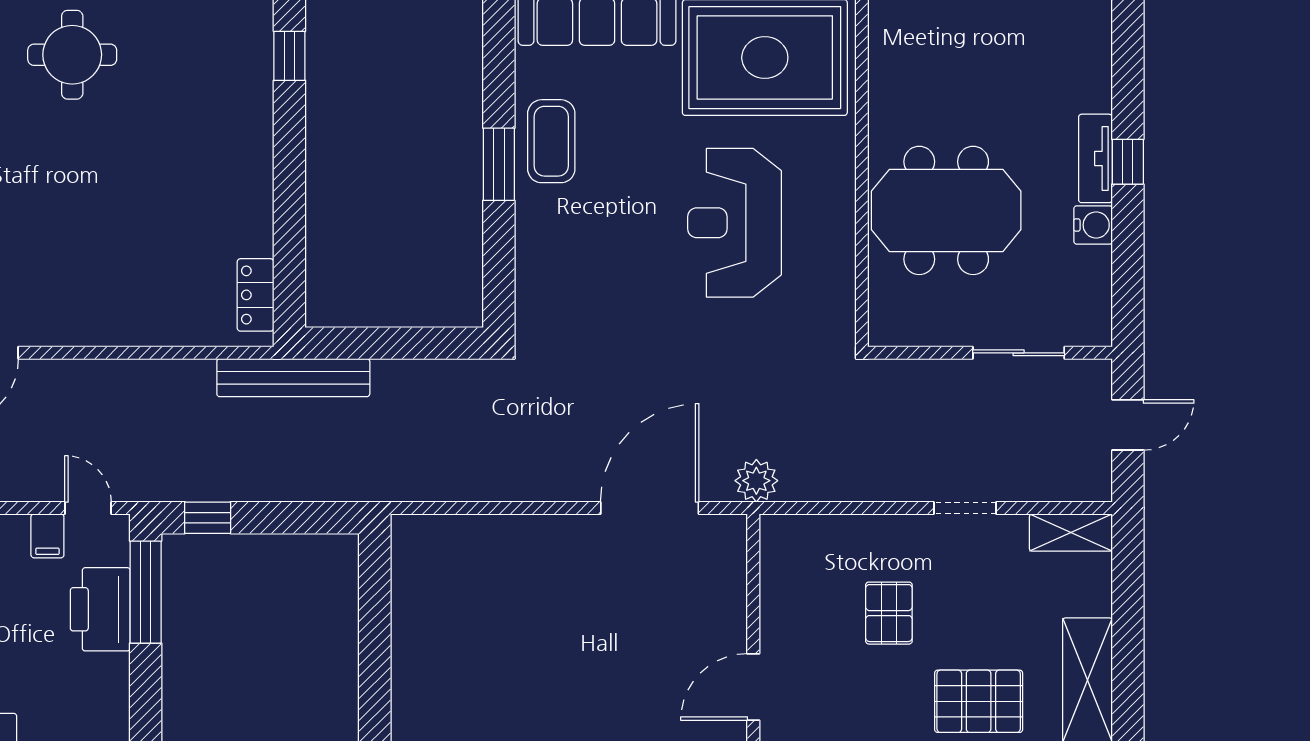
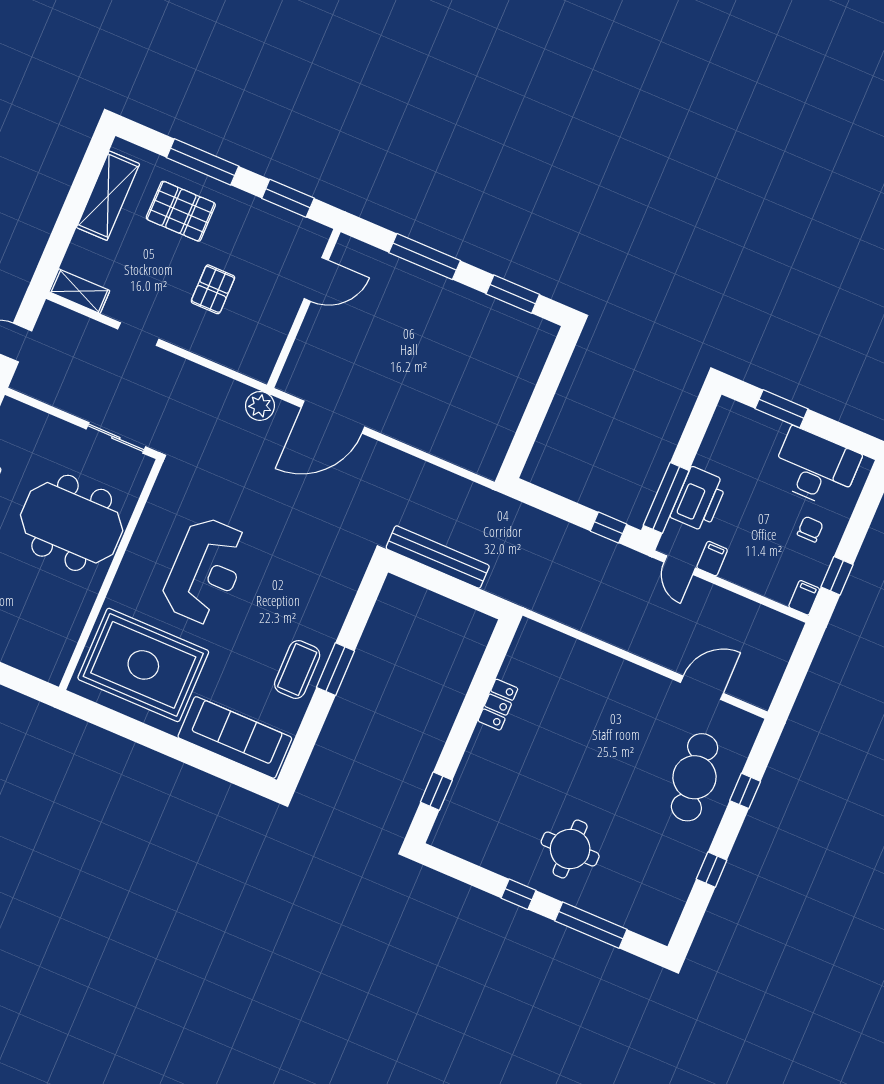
locker: (256, 295) -> (498, 705), moved
sliding door: (1019, 353) -> (116, 438), moved
bench: (293, 378) -> (438, 557), moved

